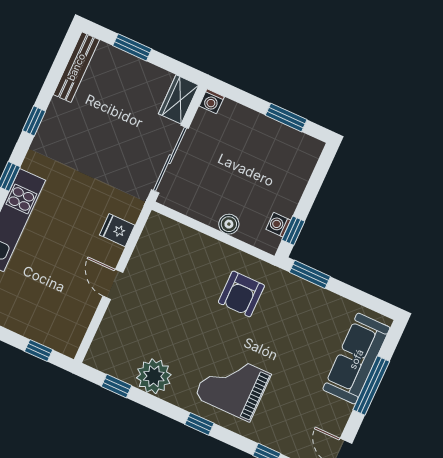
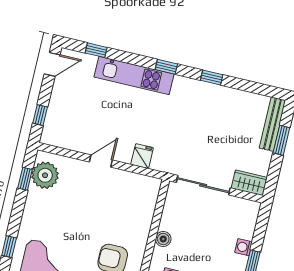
bench: (76, 67) -> (272, 124), moved, turned 90
washing machine: (212, 101) -> (243, 247), moved
plant: (154, 376) -> (45, 175), moved

